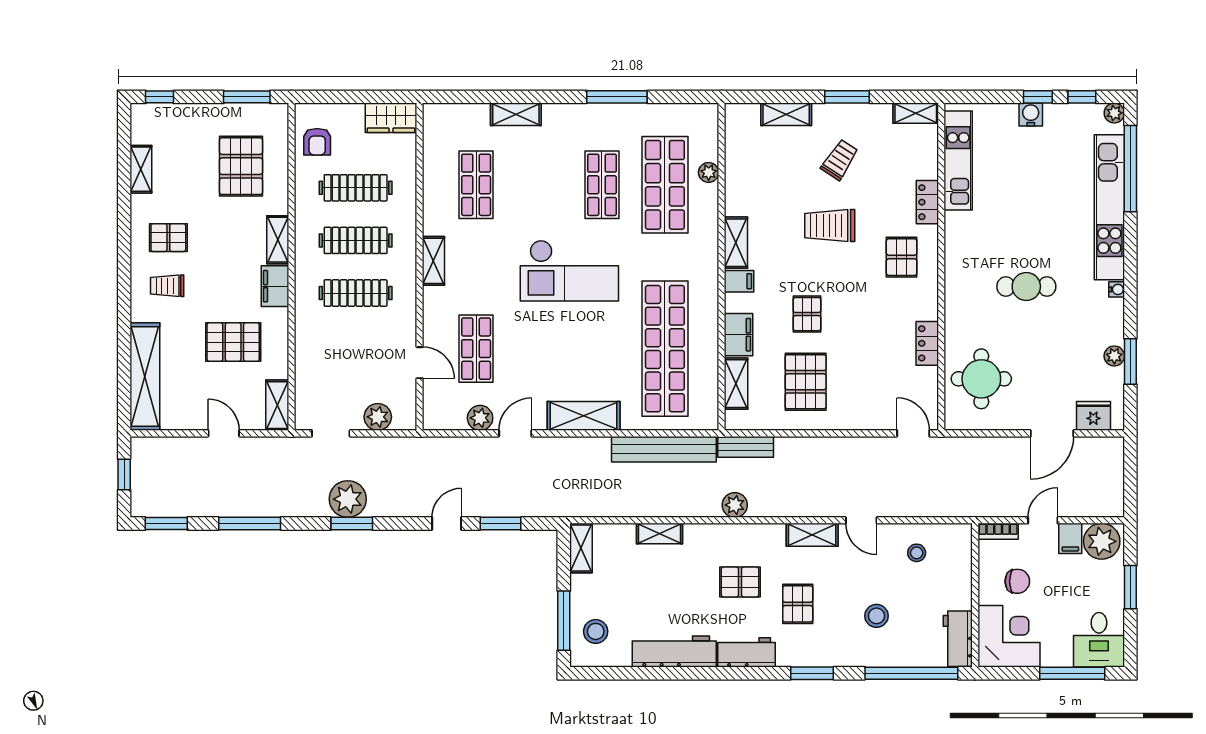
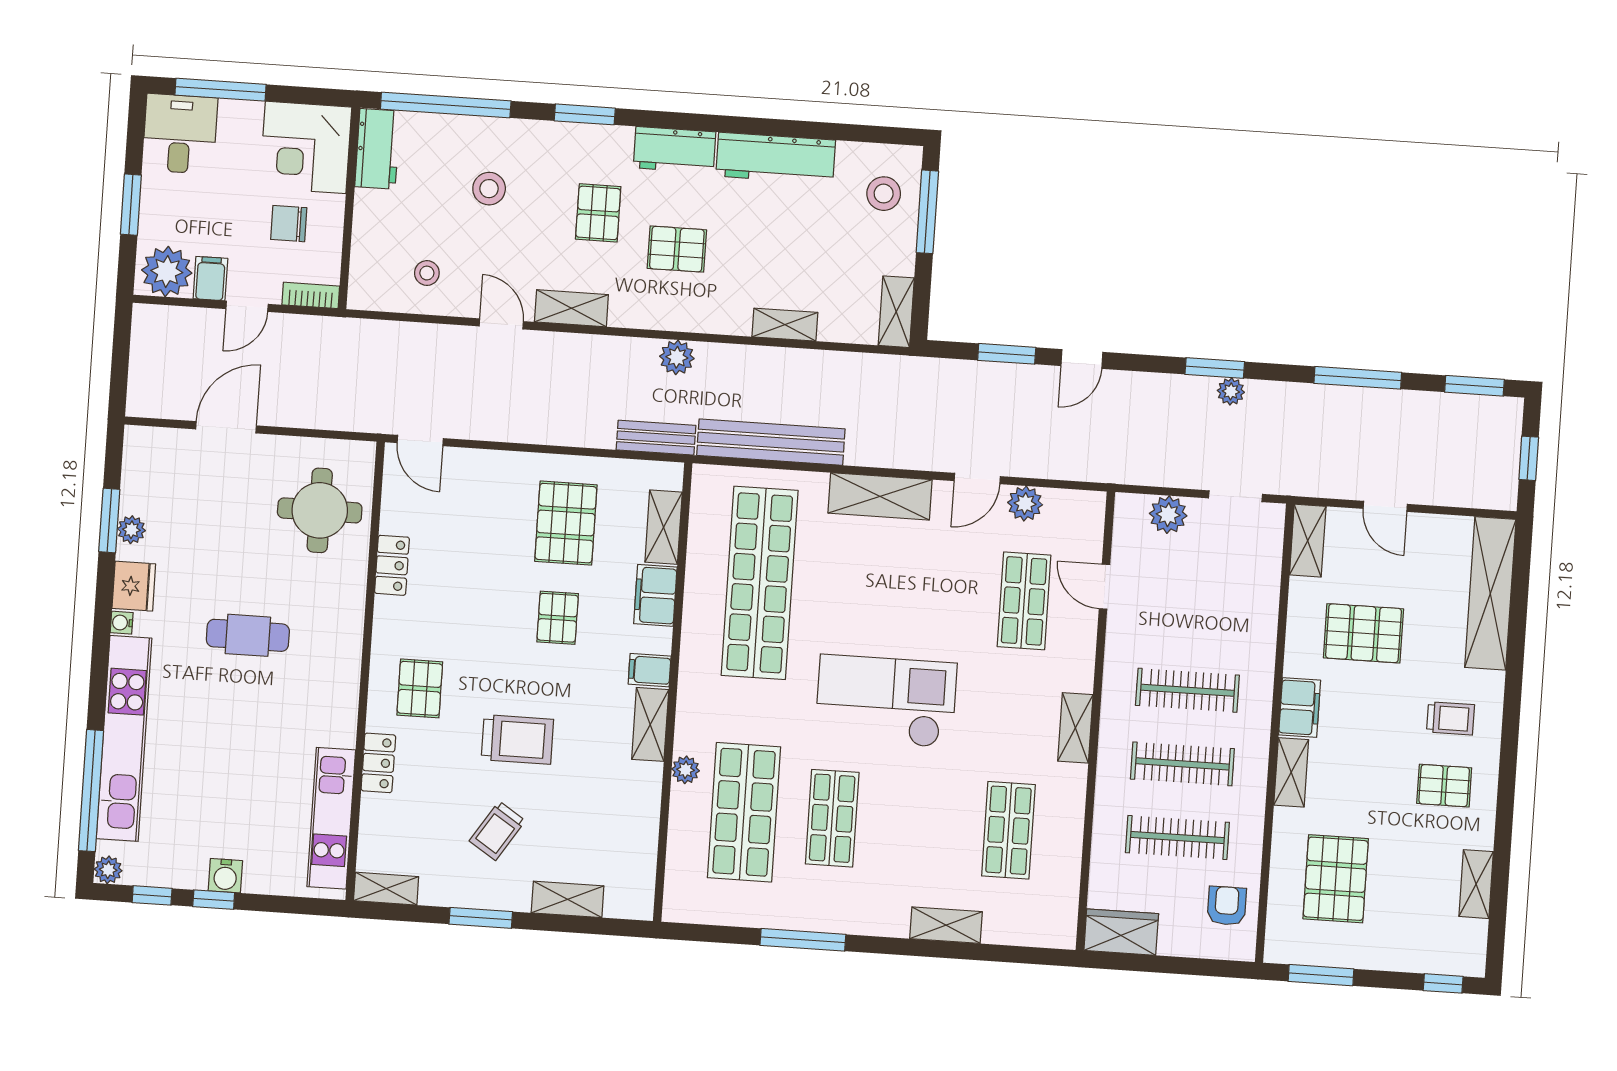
plant: (709, 172) -> (686, 770), moved
fridge: (1093, 416) -> (134, 586), moved, turned -90
plant: (348, 499) -> (1231, 391), width x0.53, depth x0.53

